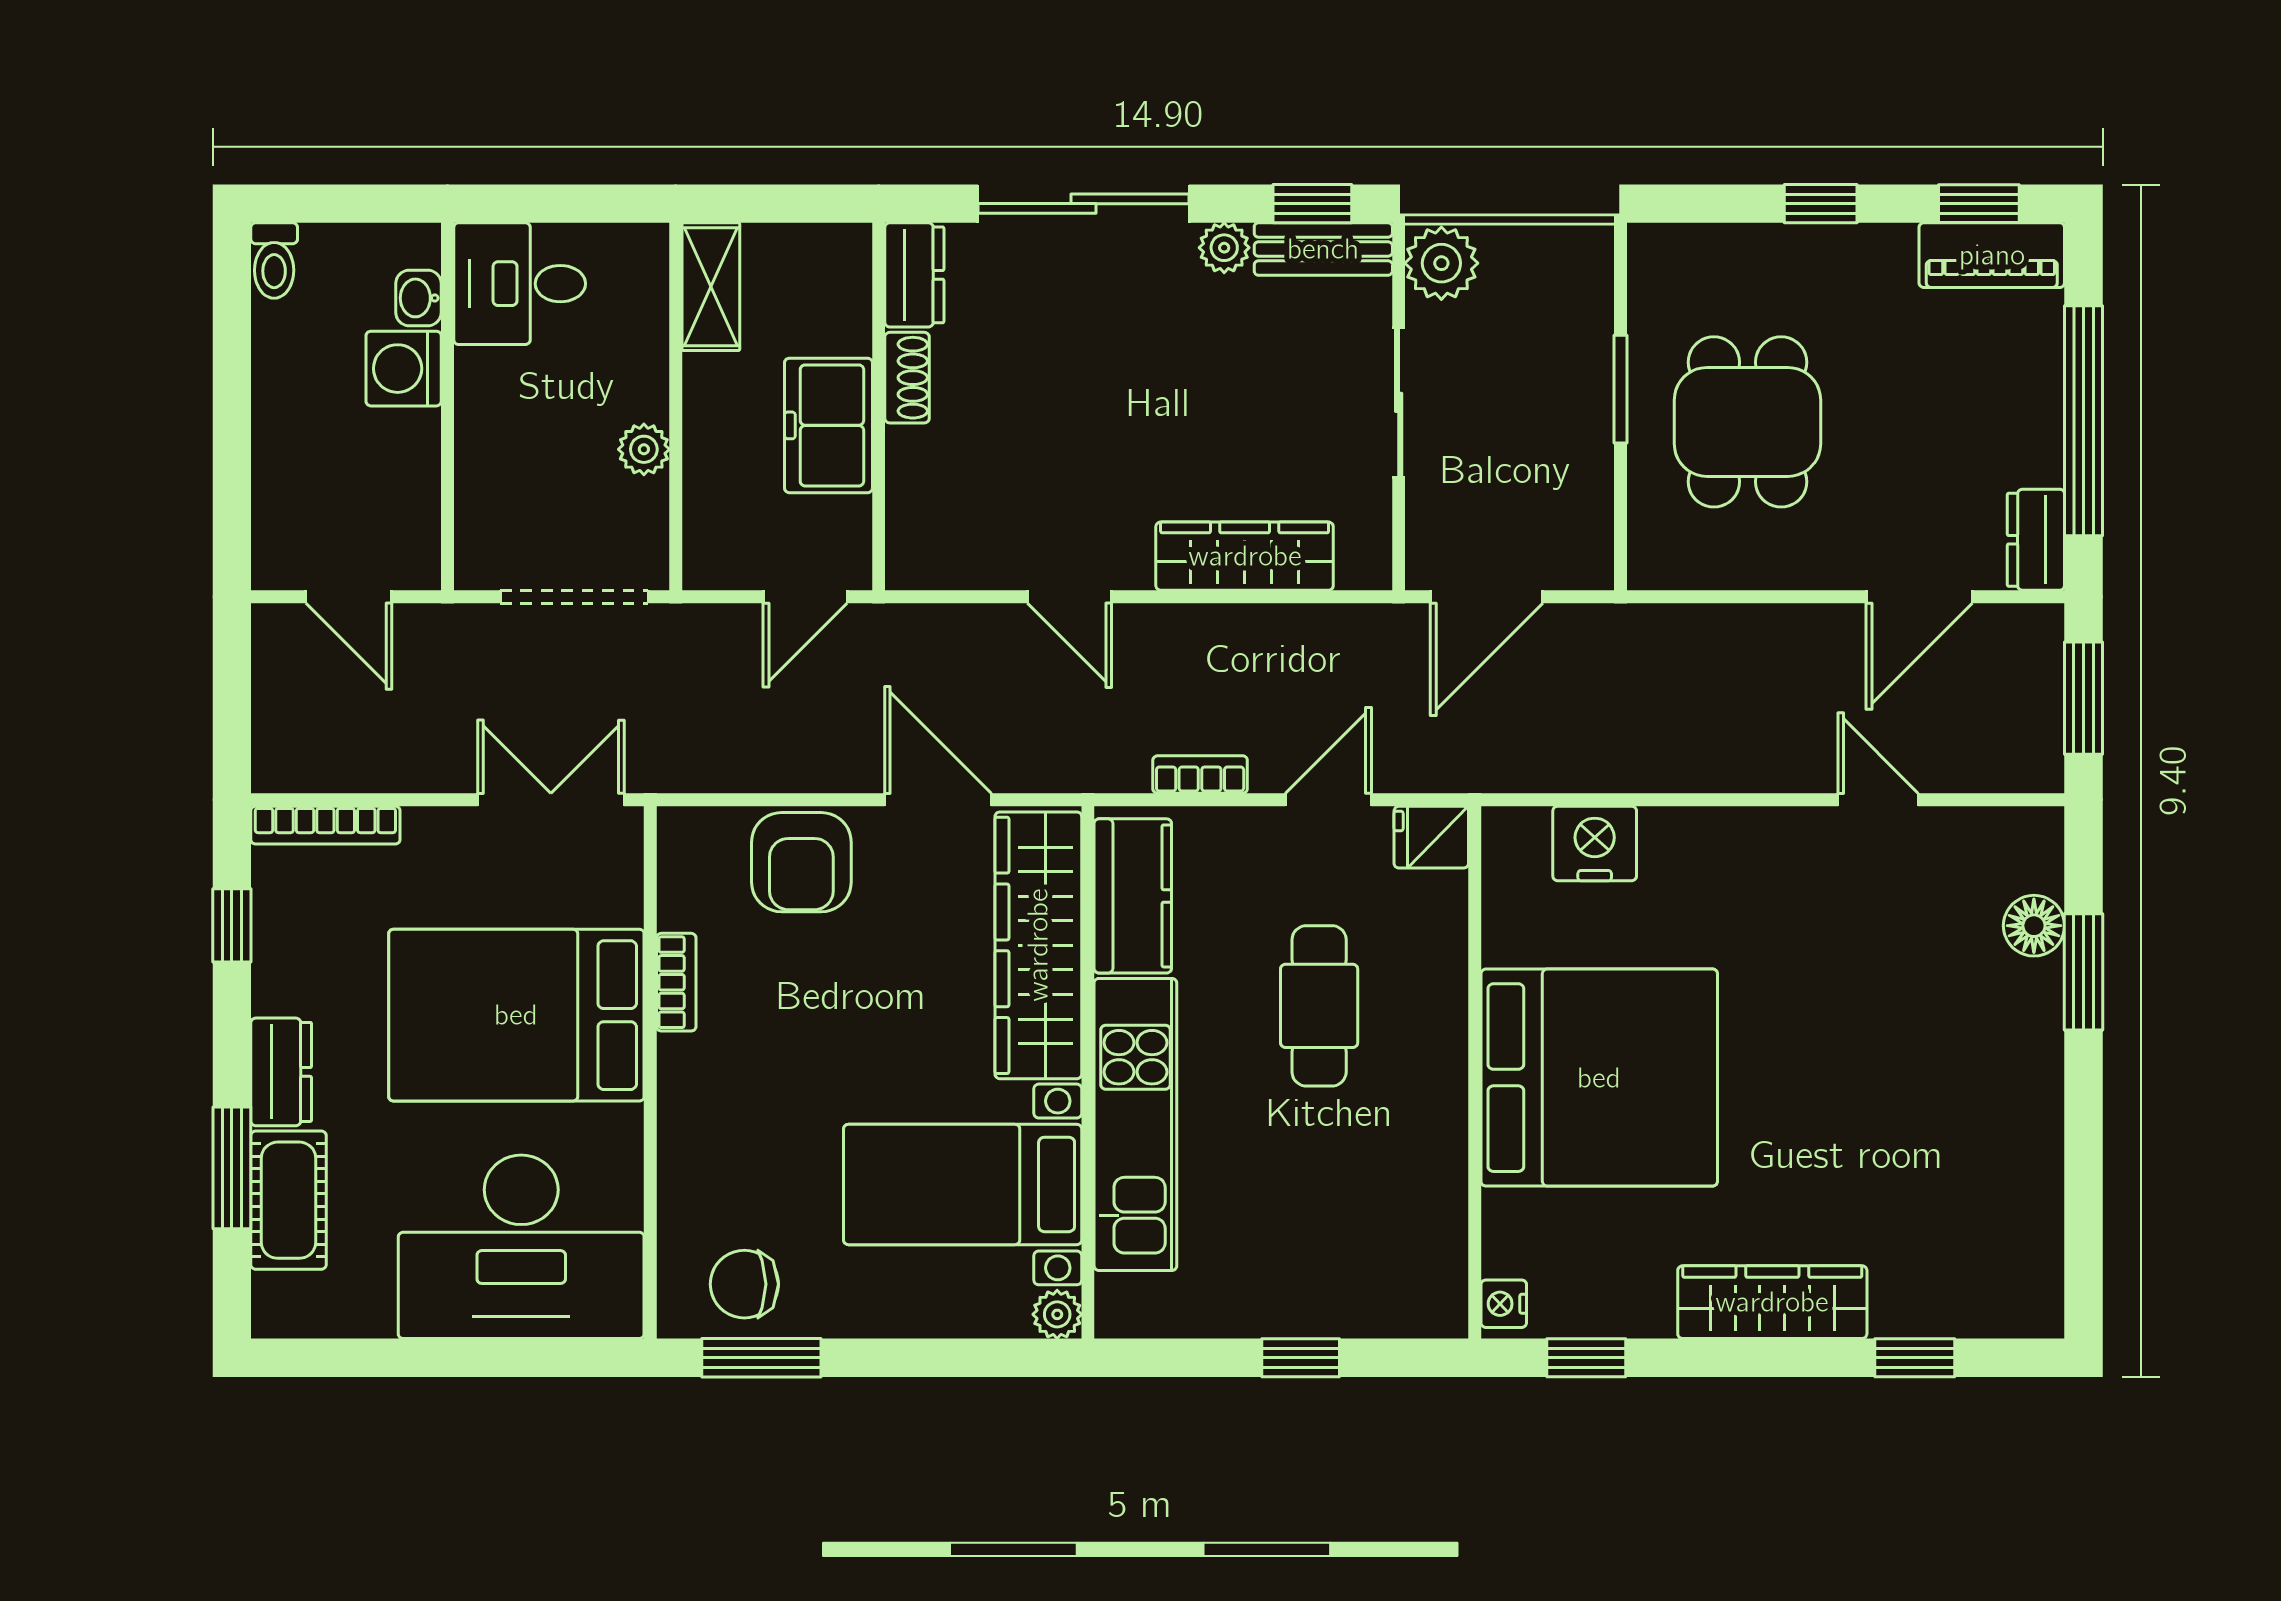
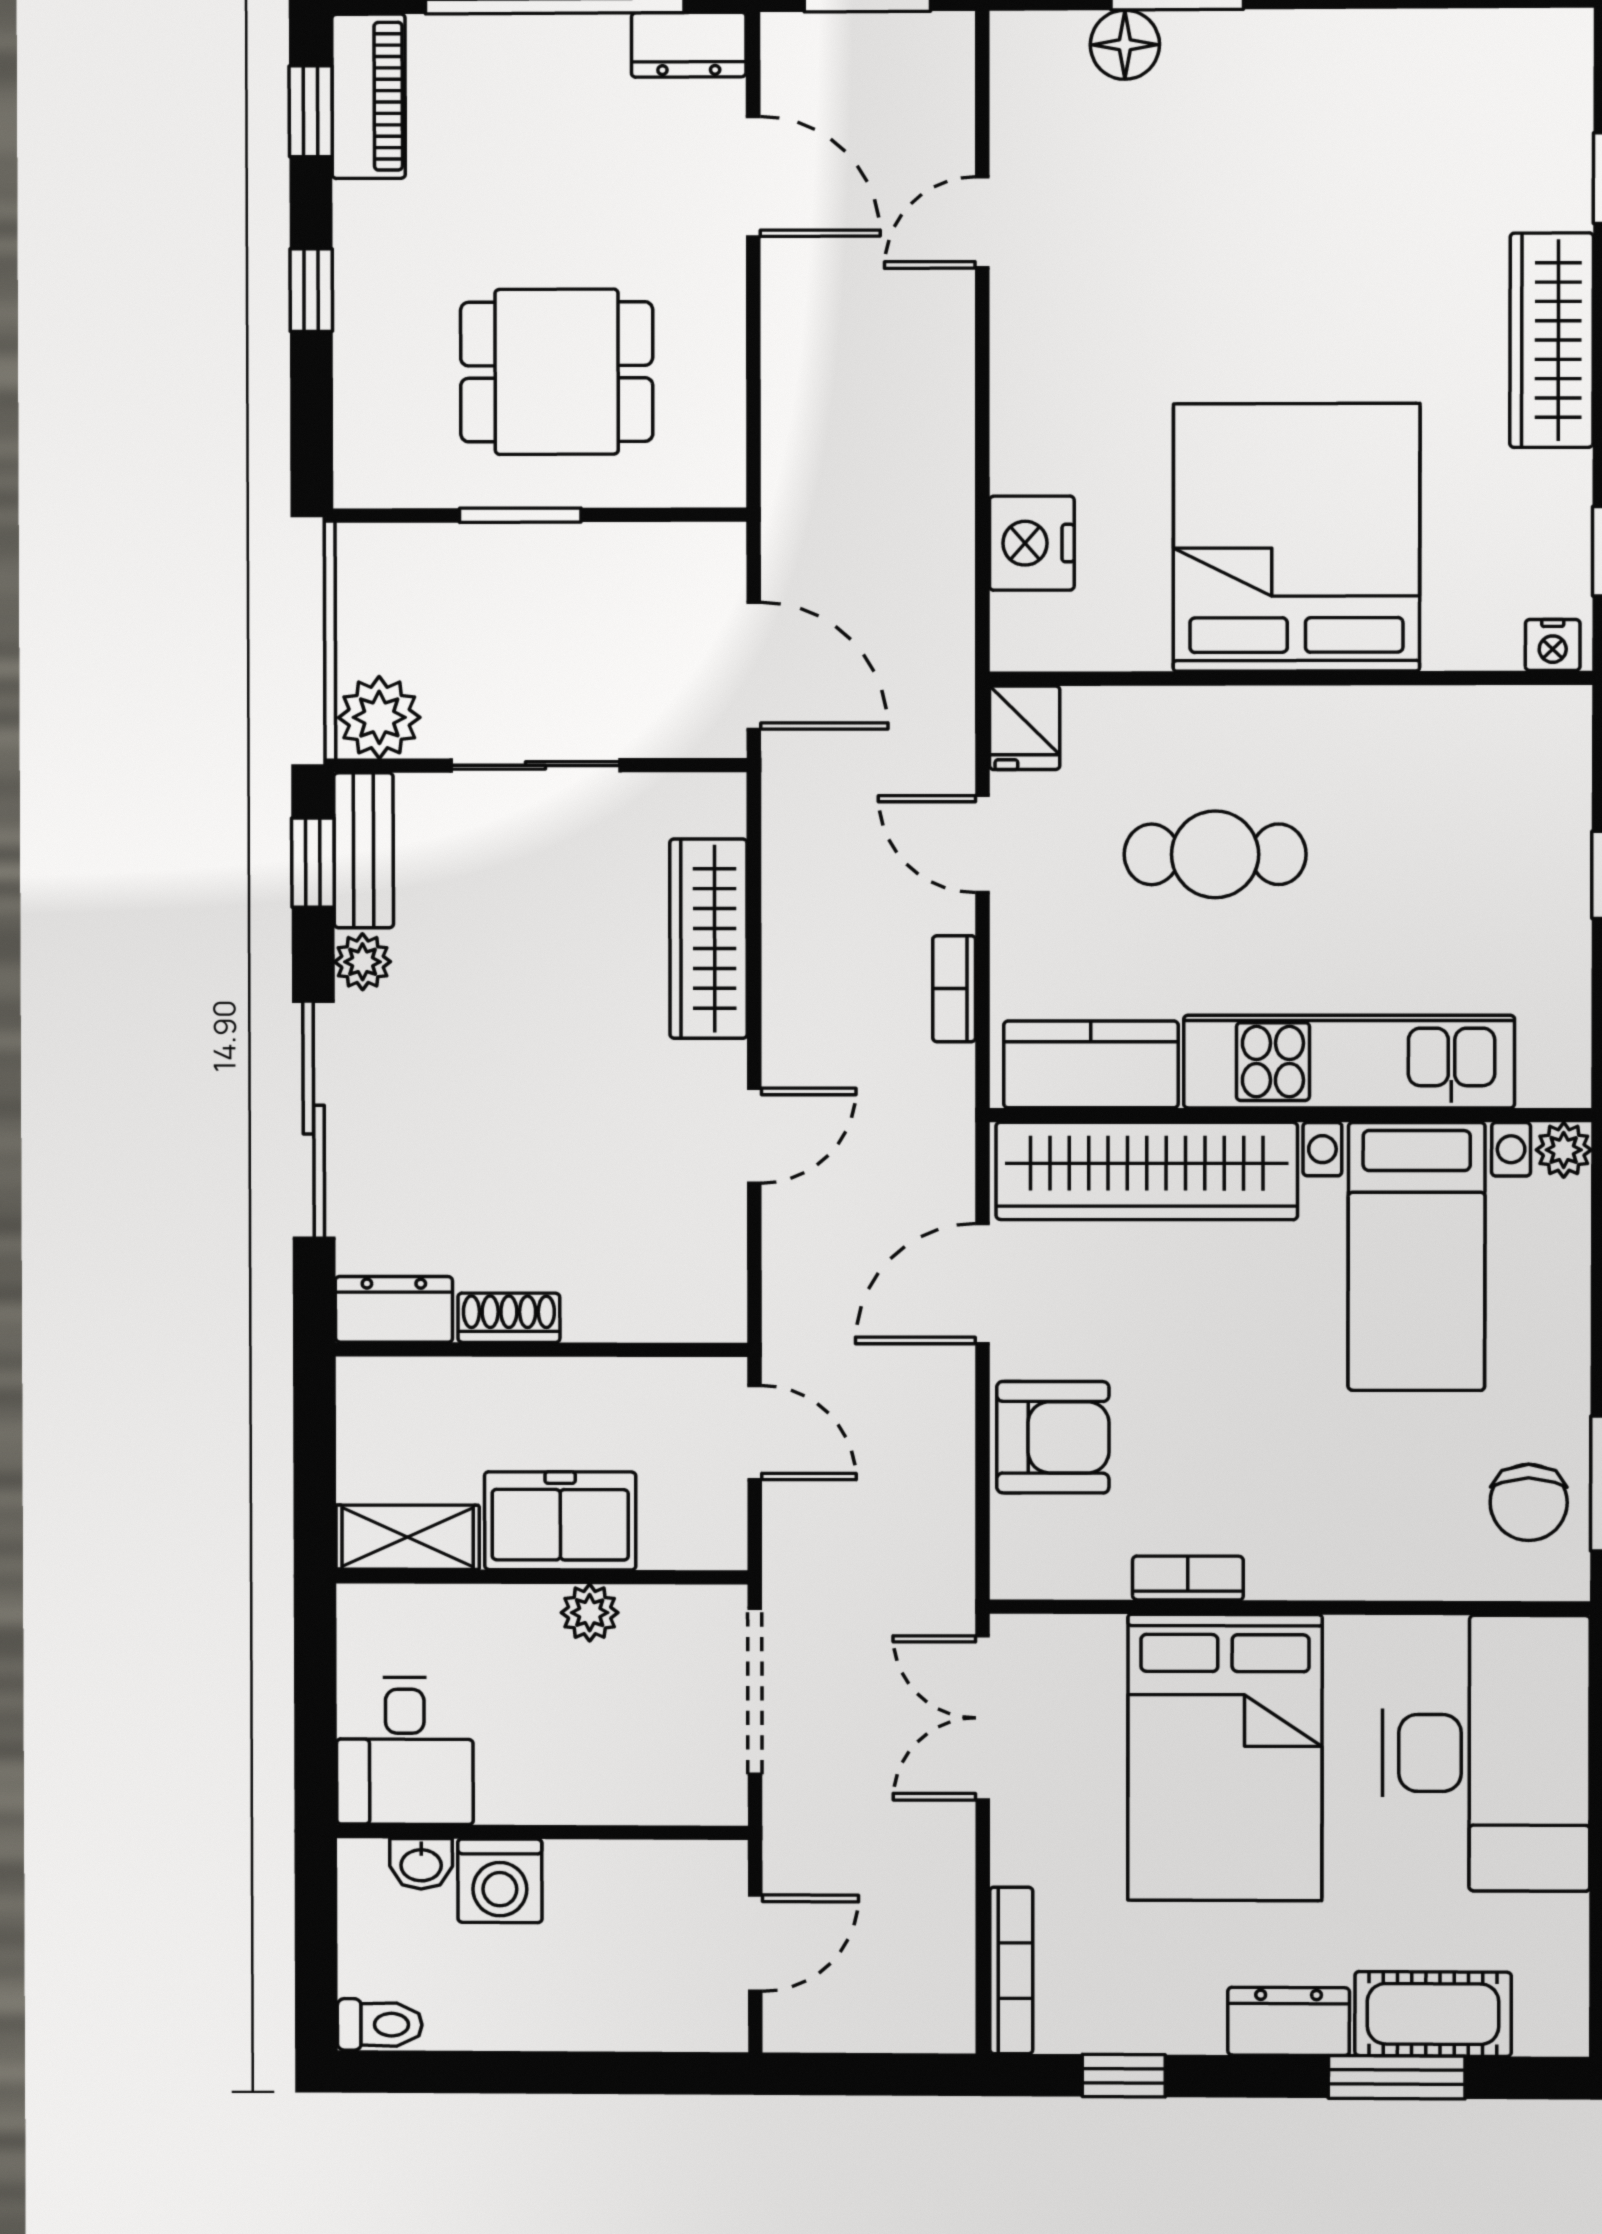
freezer: (828, 425) -> (560, 1521), moved, turned 180

